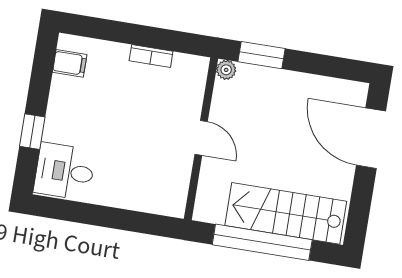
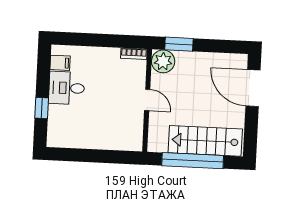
bookcase: (151, 56) -> (134, 54), moved
plant: (226, 70) -> (163, 61), width x1.87, depth x1.87
desk: (65, 171) -> (67, 88), moved

